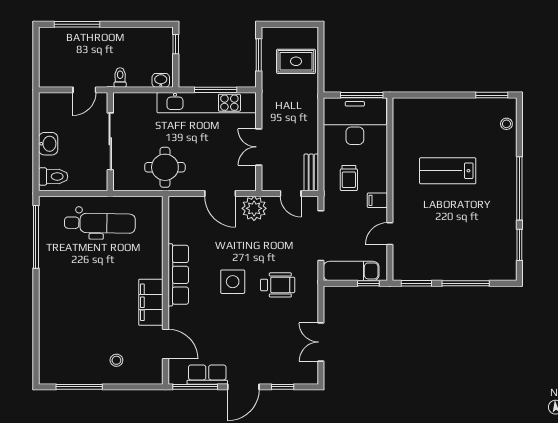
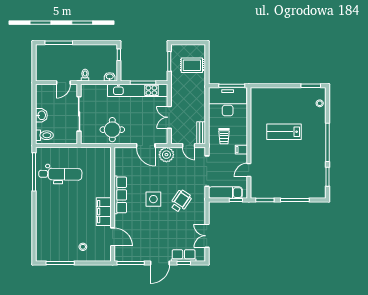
dental chair: (100, 223) -> (60, 174), moved
wheelchair: (278, 285) -> (181, 201), turned -56
row of seats: (207, 375) -> (184, 256), moved

